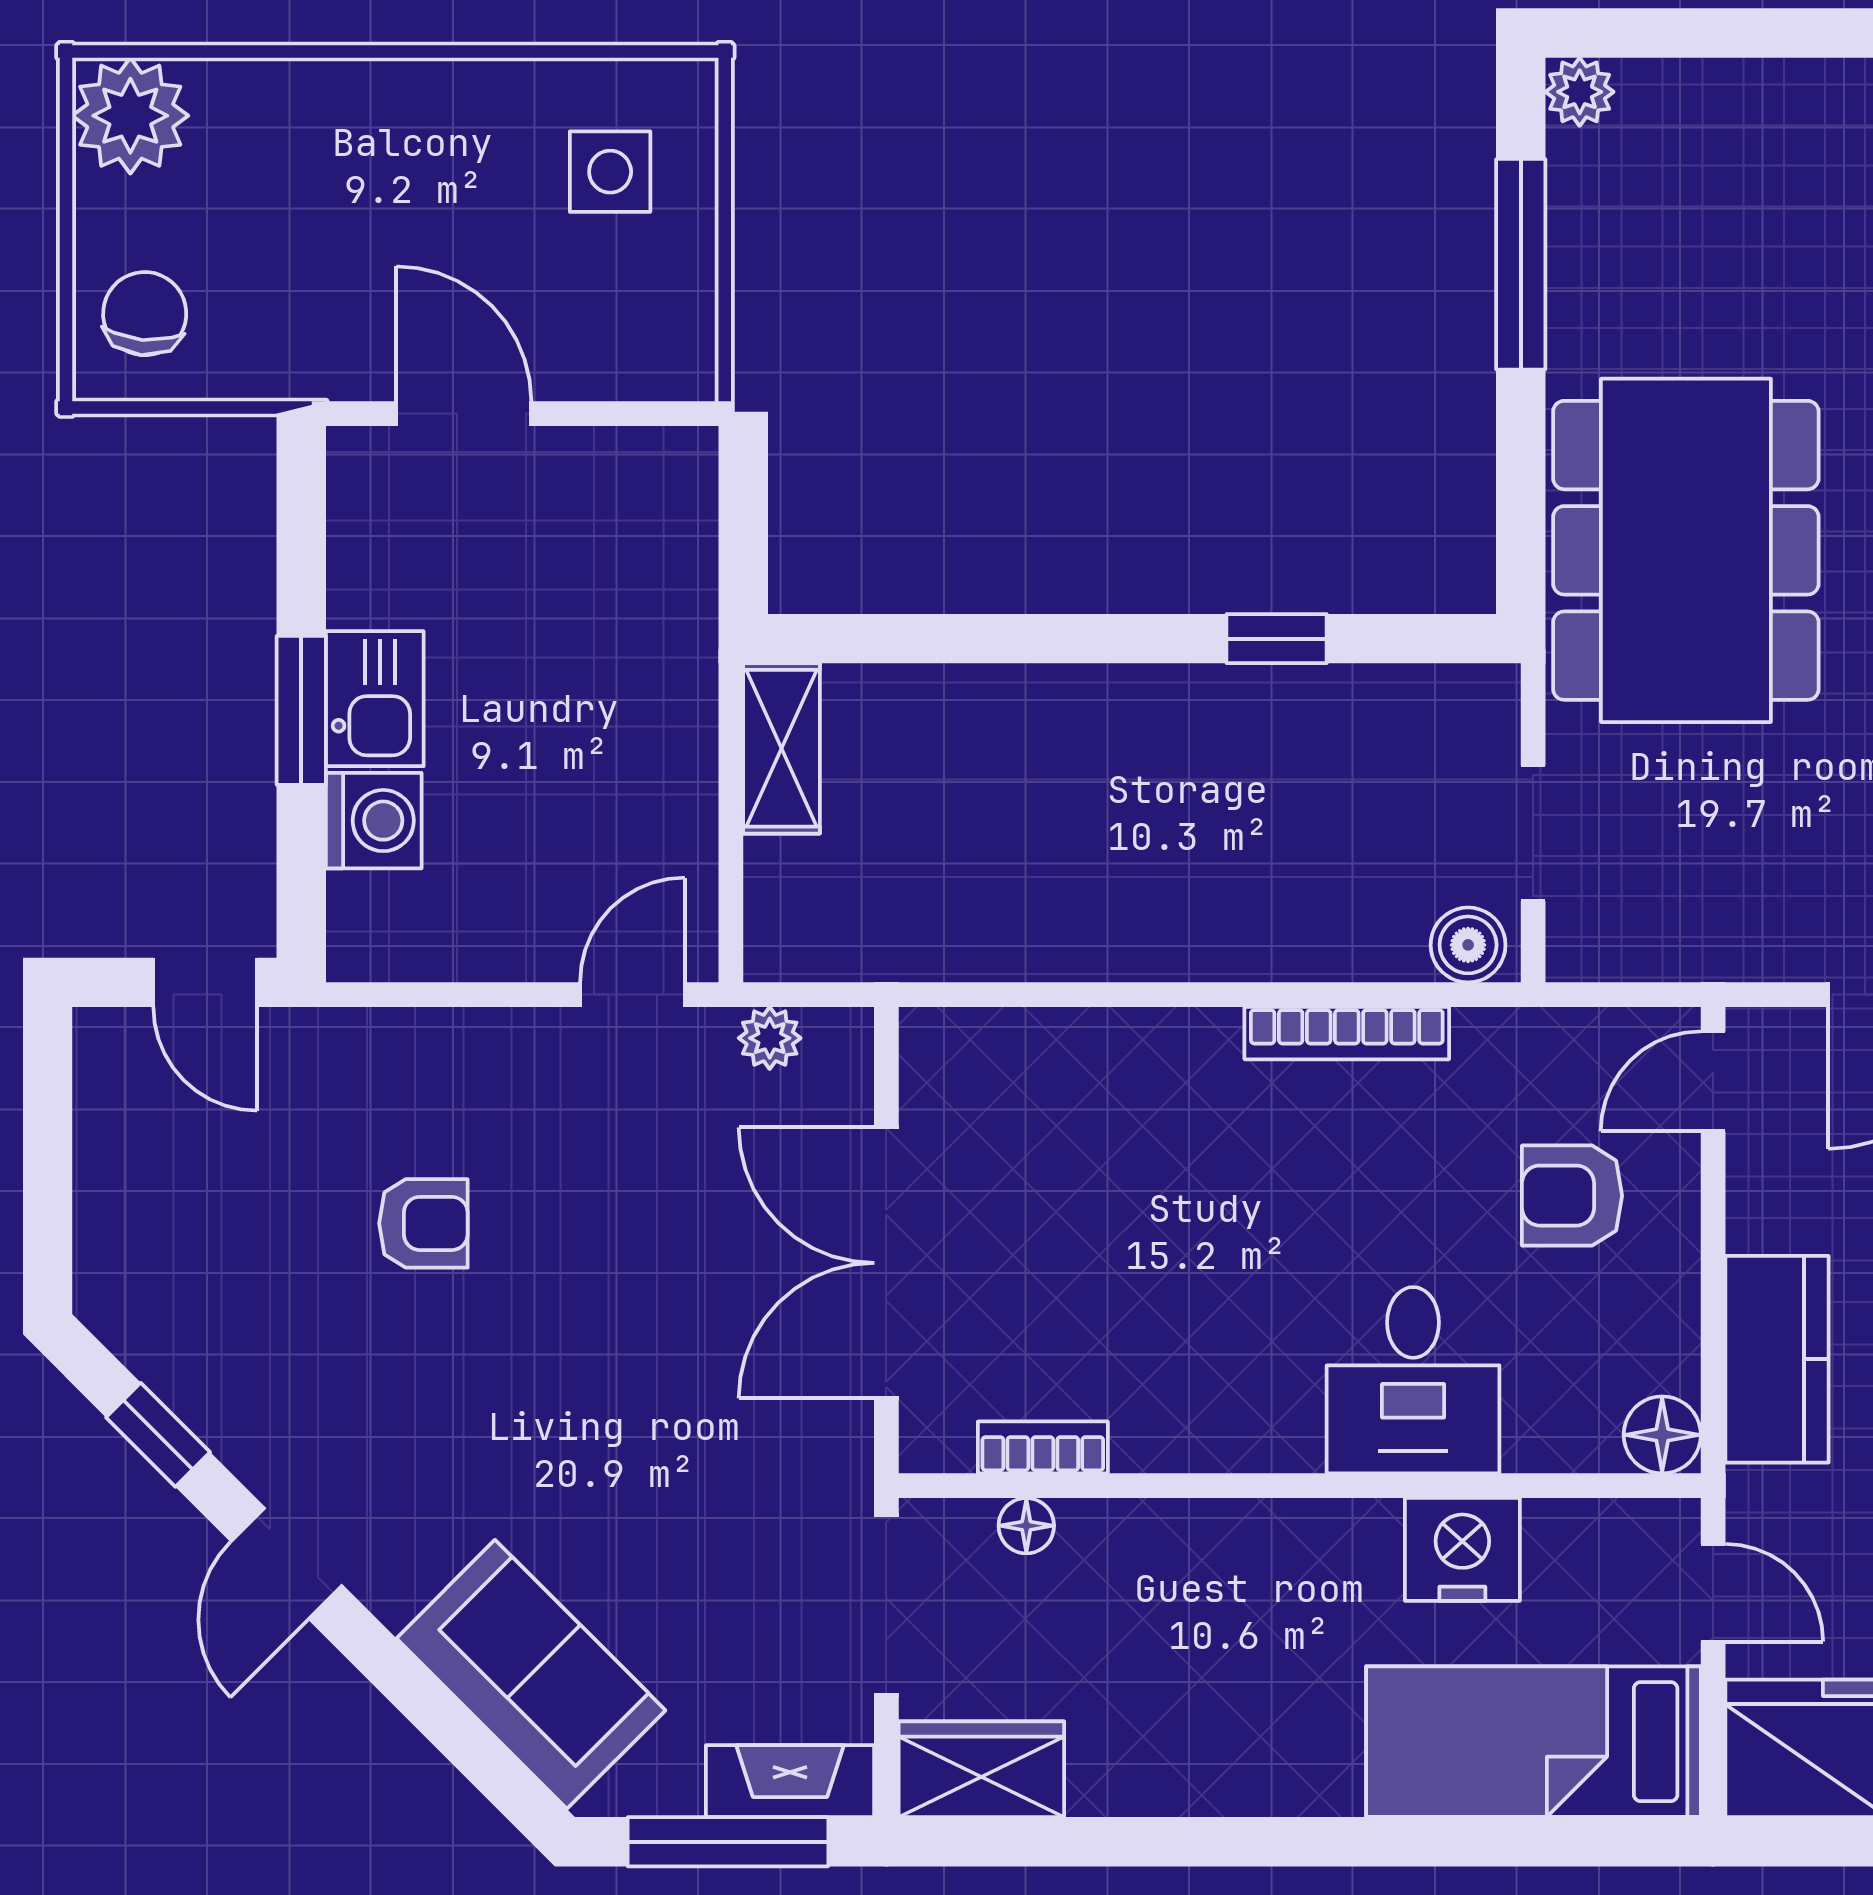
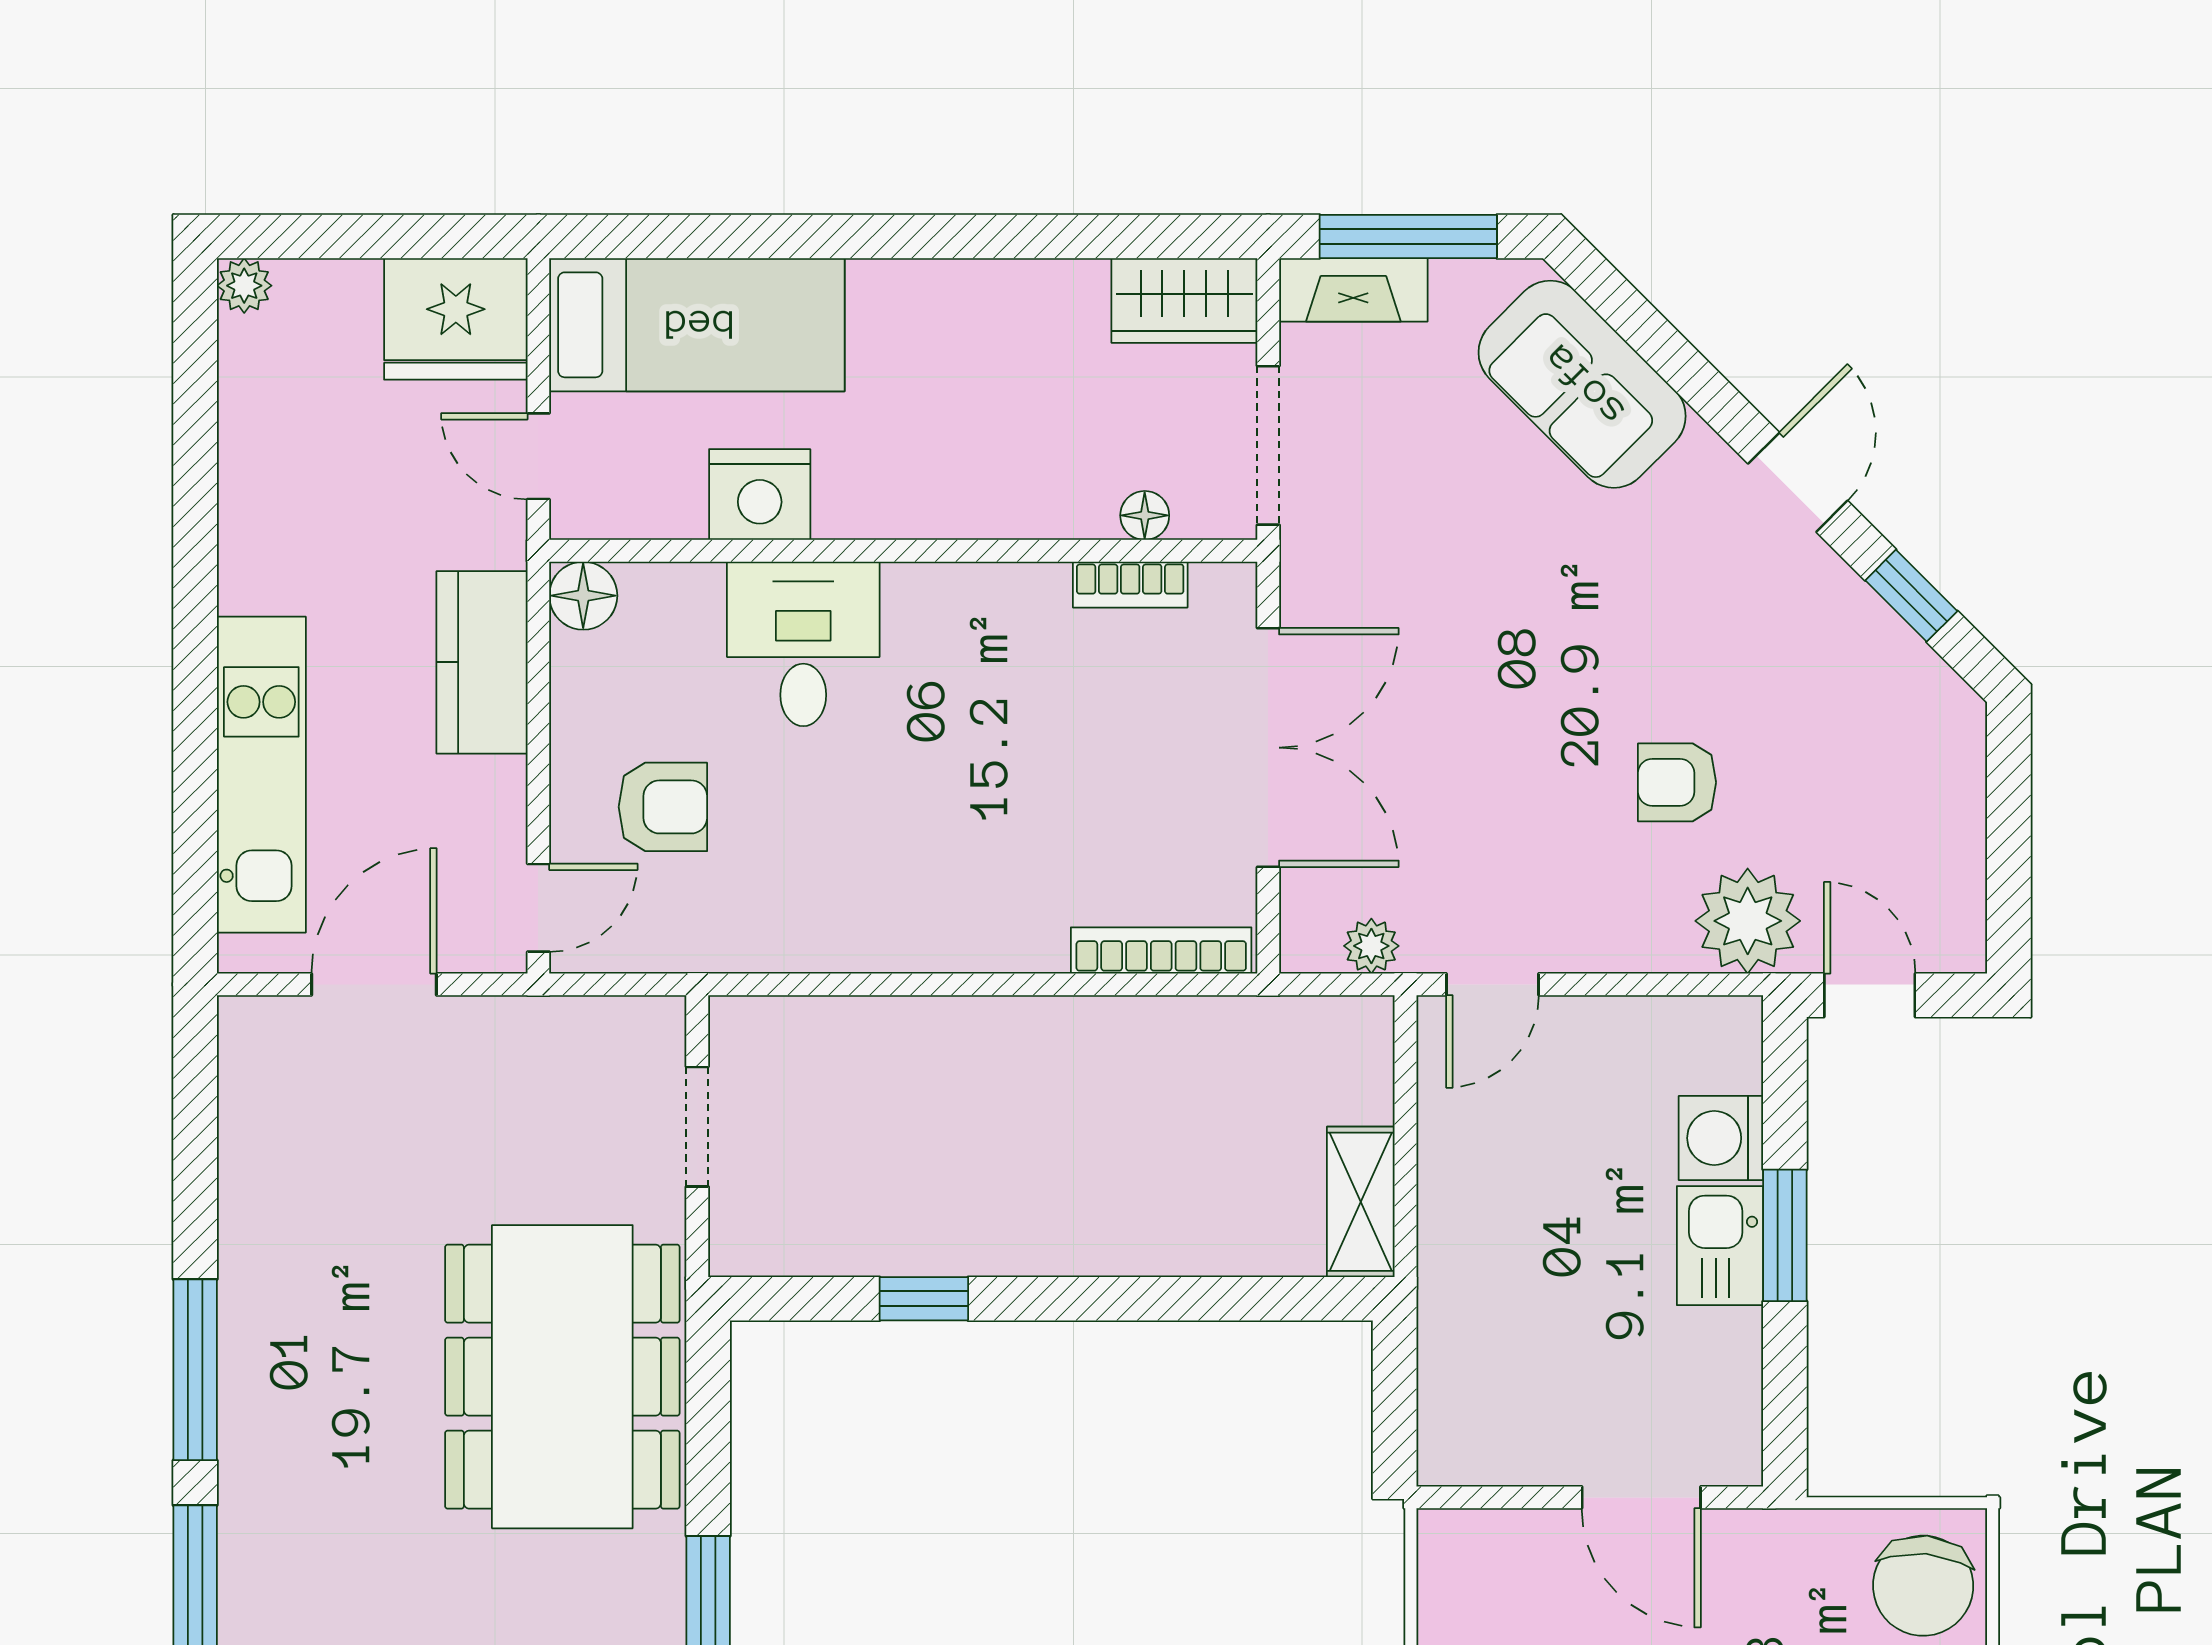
chair: (145, 314) -> (1923, 1586), width x1.37, depth x1.37
boiler: (1468, 945) -> (755, 1028), removed
bookcase: (1347, 1033) -> (1161, 950), moved
plant: (343, 1066) -> (1748, 921), added

